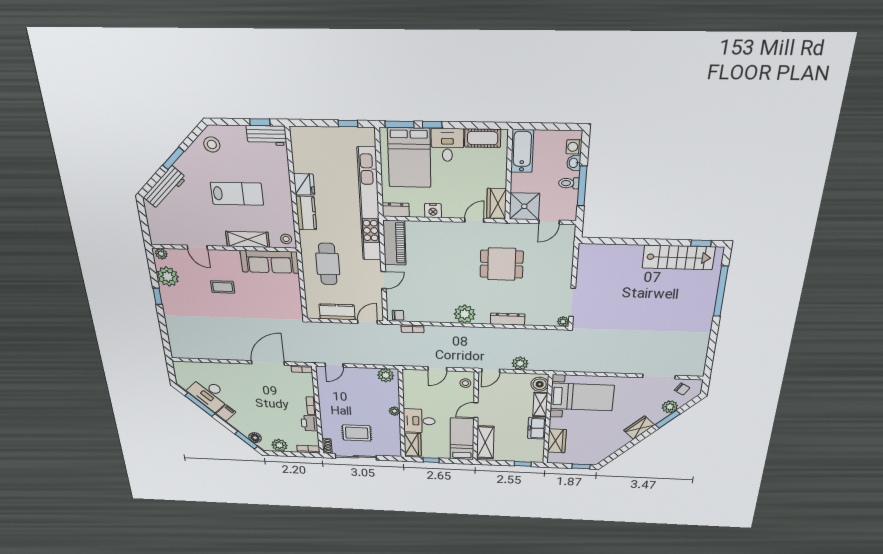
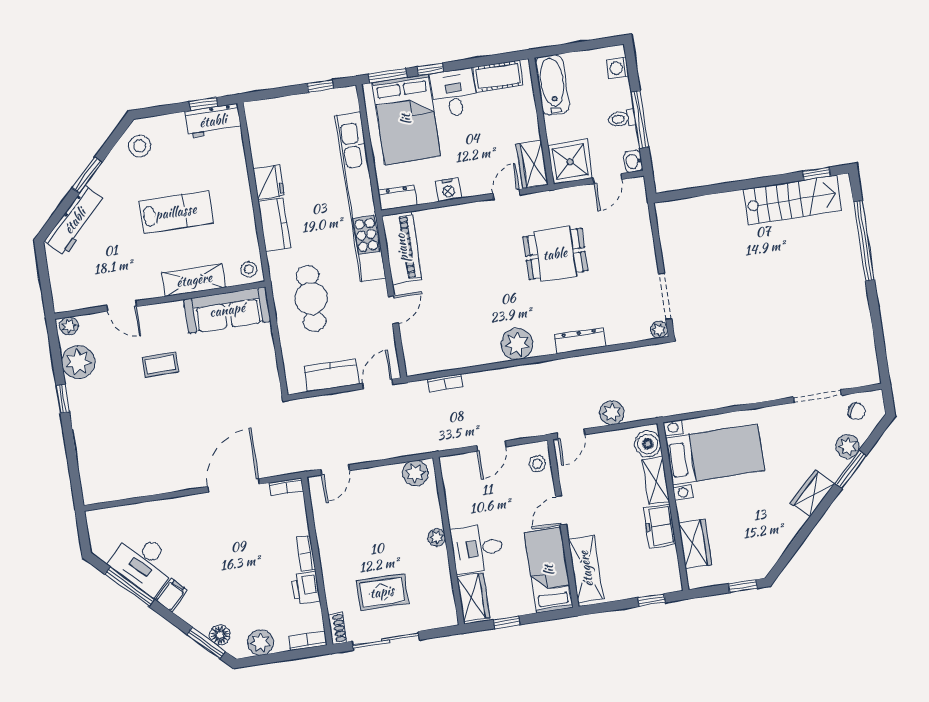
washbasin: (574, 163) -> (633, 161), moved
chair: (398, 315) -> (421, 364), removed

